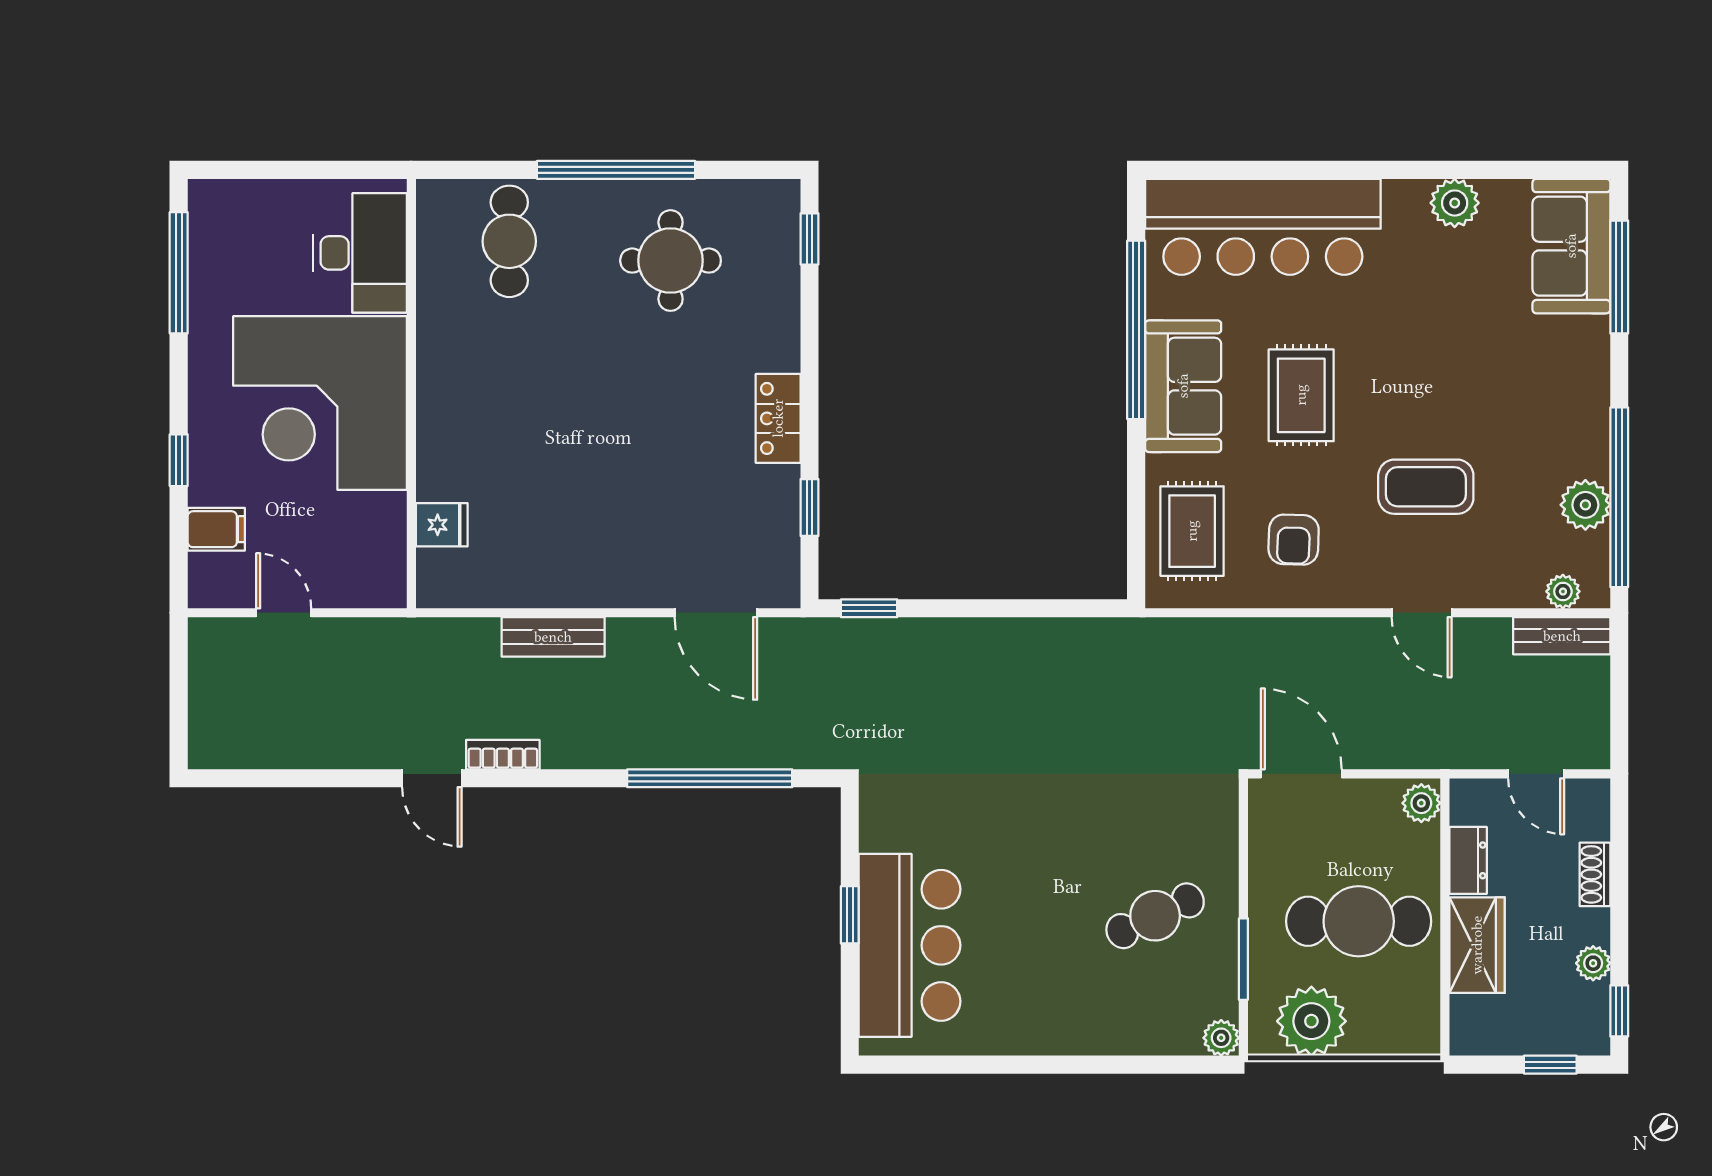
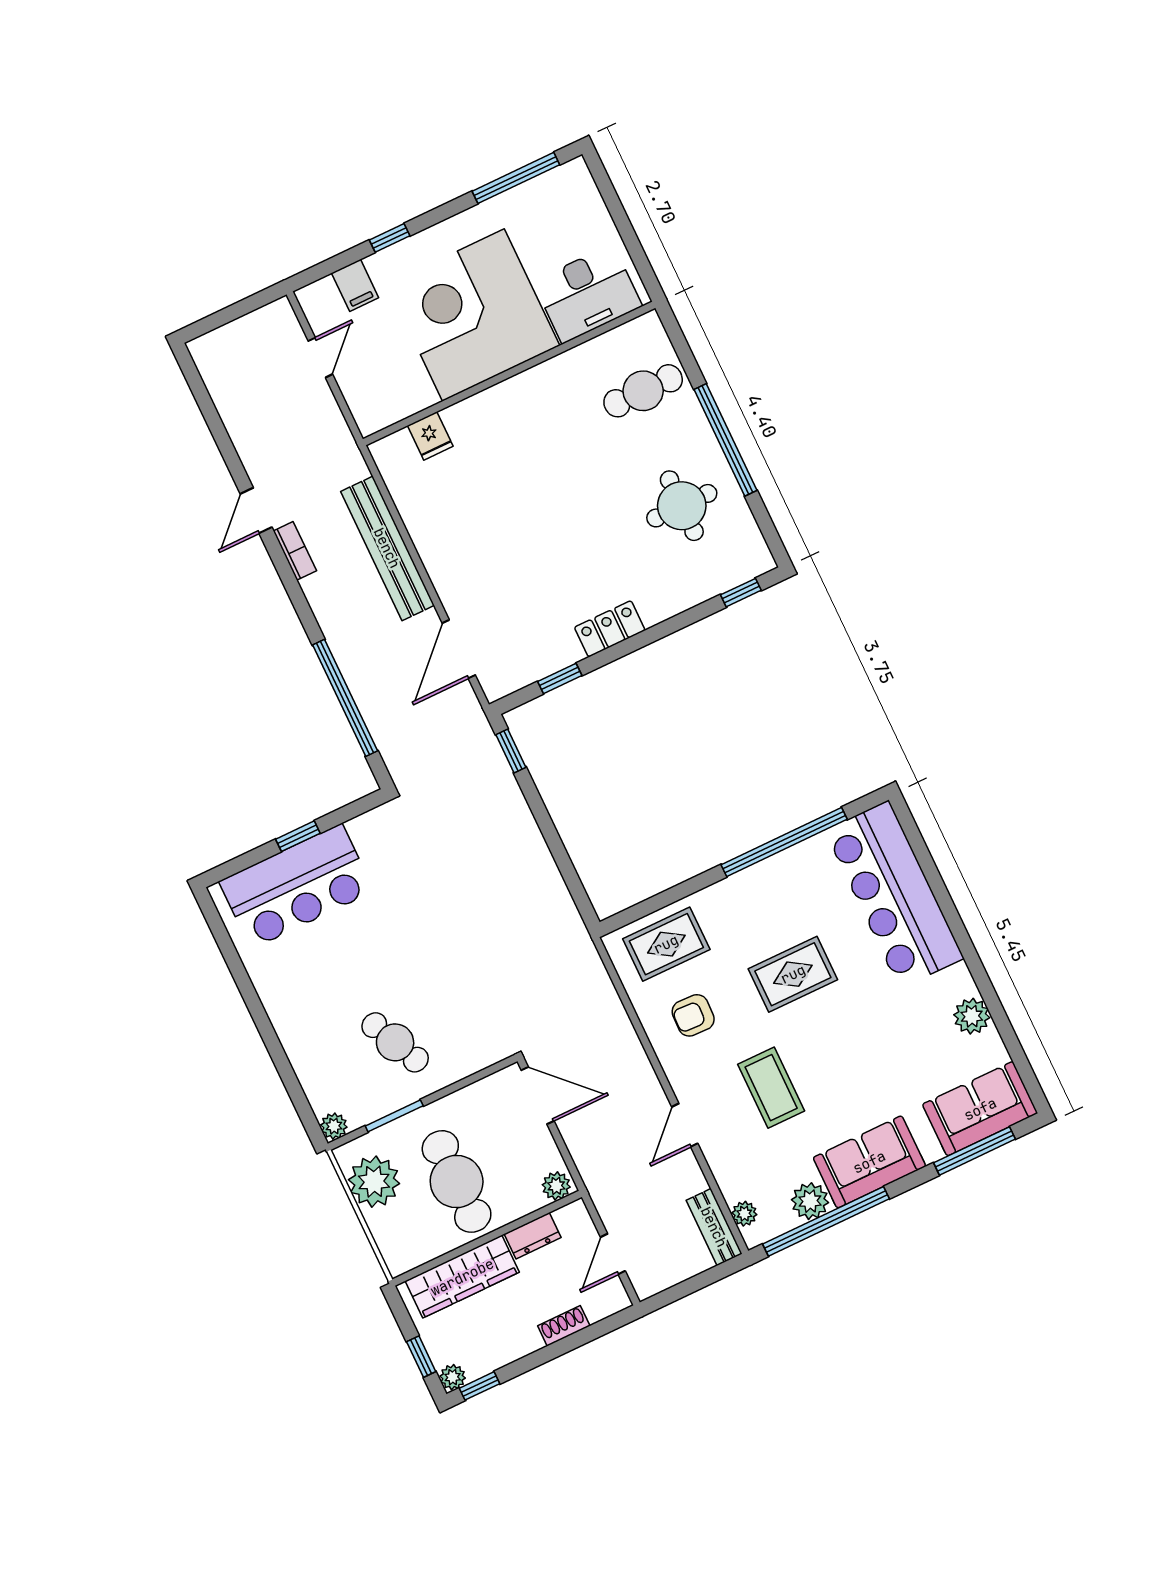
sofa: (1183, 386) -> (869, 1162), moved, turned 180
bench: (553, 637) -> (387, 548), width x1.86, depth x1.21
door: (1301, 774) -> (538, 1095), hinge flipped
wardrobe: (1477, 945) -> (462, 1277), width x1.50
plant: (1593, 963) -> (453, 1377), moved

